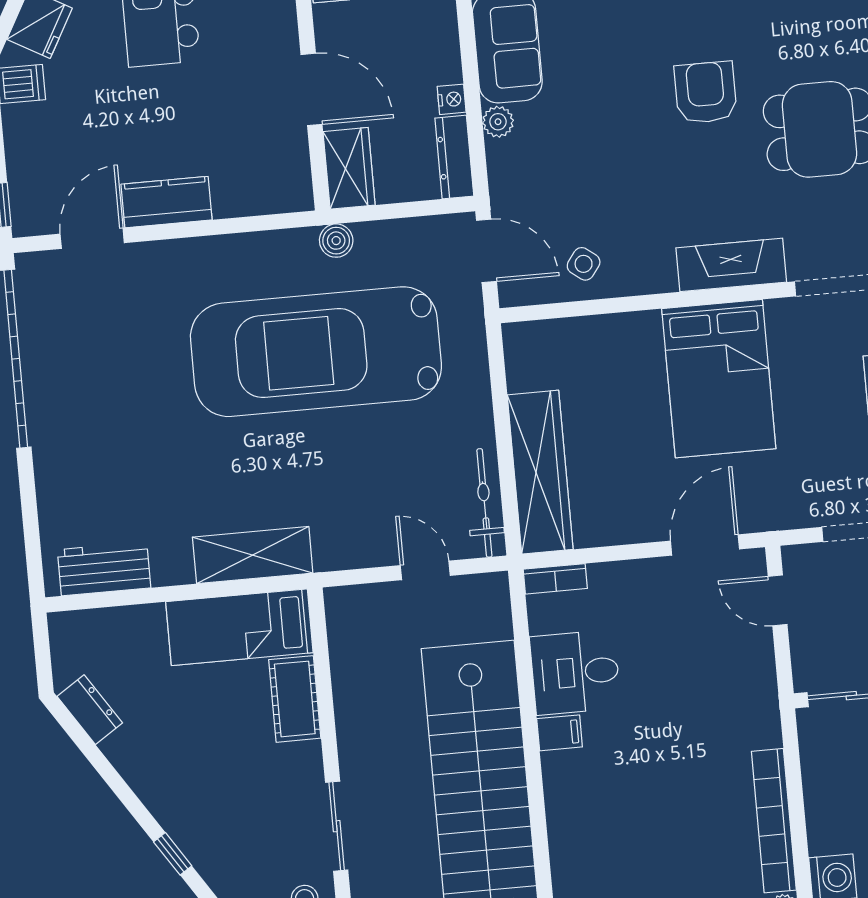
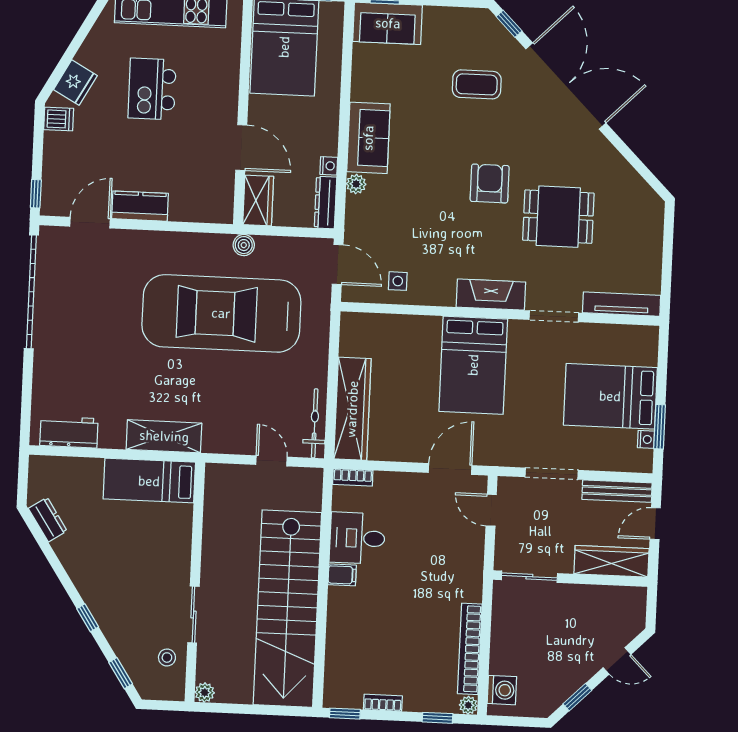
side table: (584, 264) -> (398, 281), turned -37
cot: (295, 699) -> (178, 531), removed

